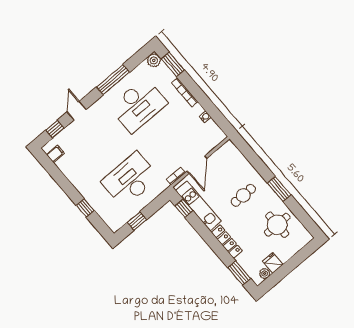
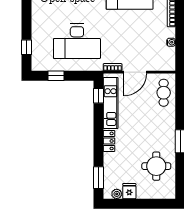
desk: (130, 180) -> (77, 41), turned 180
cafe table: (243, 195) -> (164, 93), moved, turned 90
window: (85, 208) -> (26, 47), moved
locker: (227, 242) -> (109, 141), width x0.66

